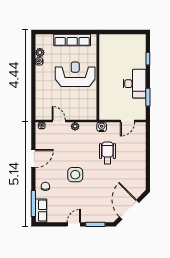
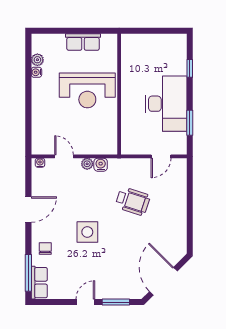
row of seats: (72, 40) -> (83, 42), width x0.68
reception desk: (75, 74) -> (87, 90), turned 180
desk: (134, 84) -> (166, 104), width x1.36, depth x1.30
water cooler: (102, 127) -> (101, 165), moved
wheelchair: (107, 153) -> (133, 201), turned 108

